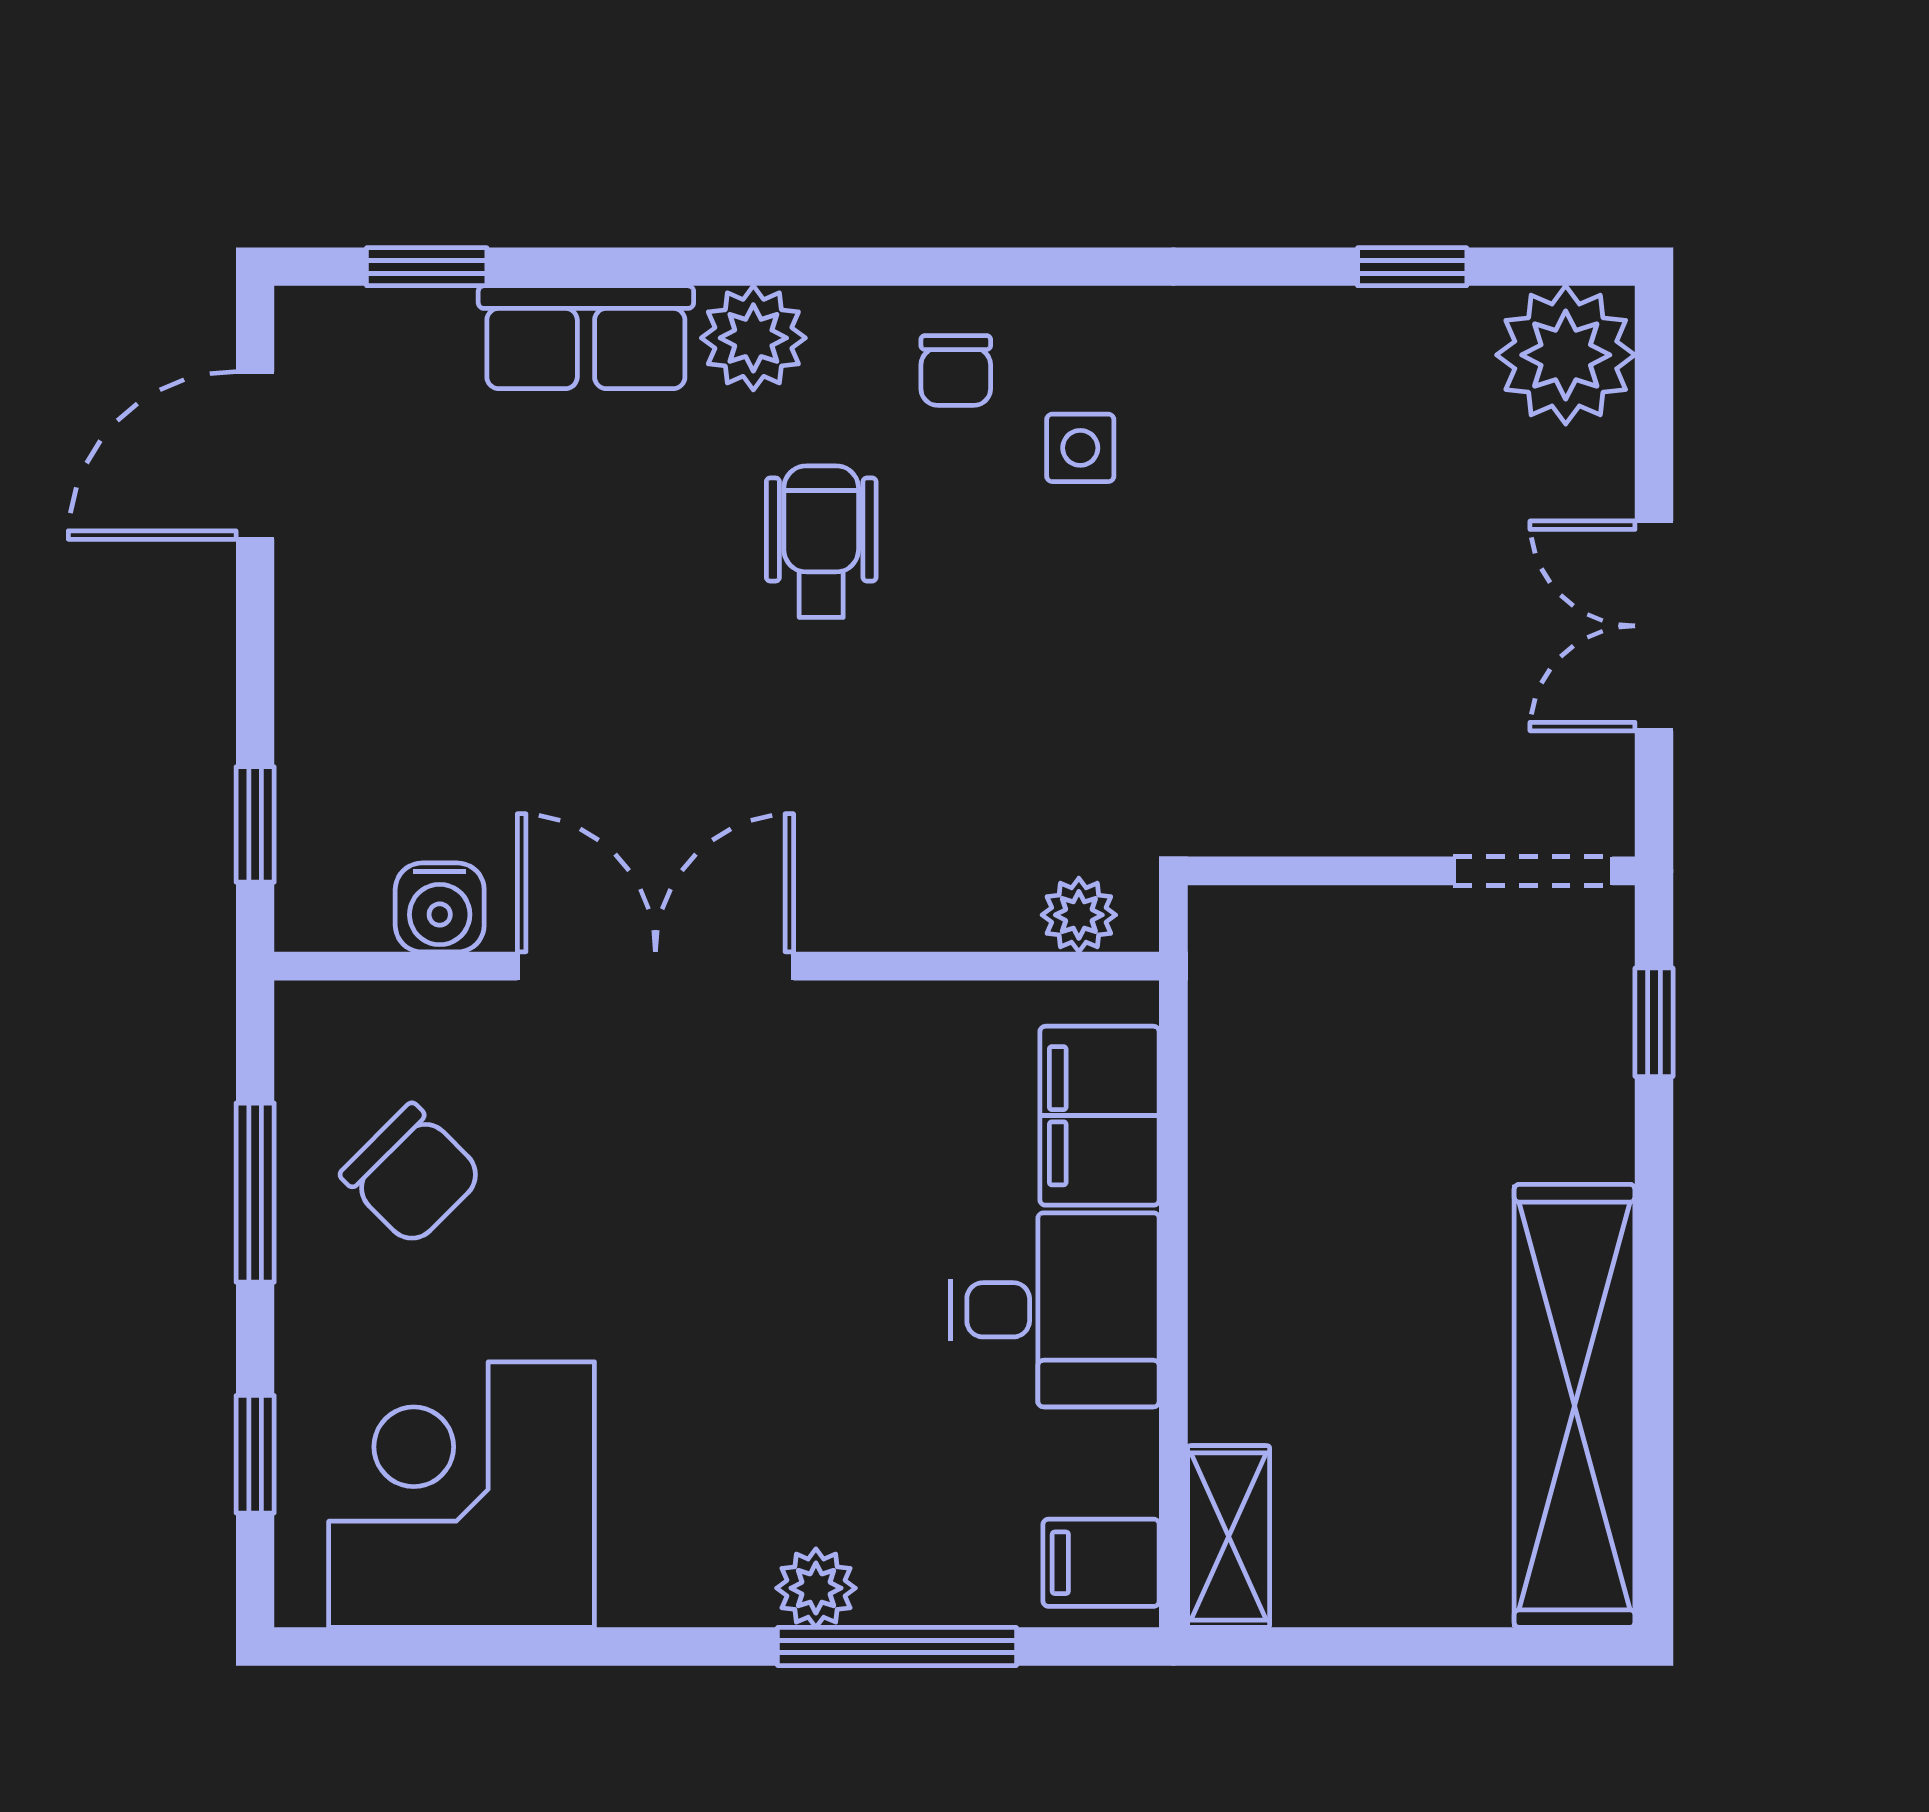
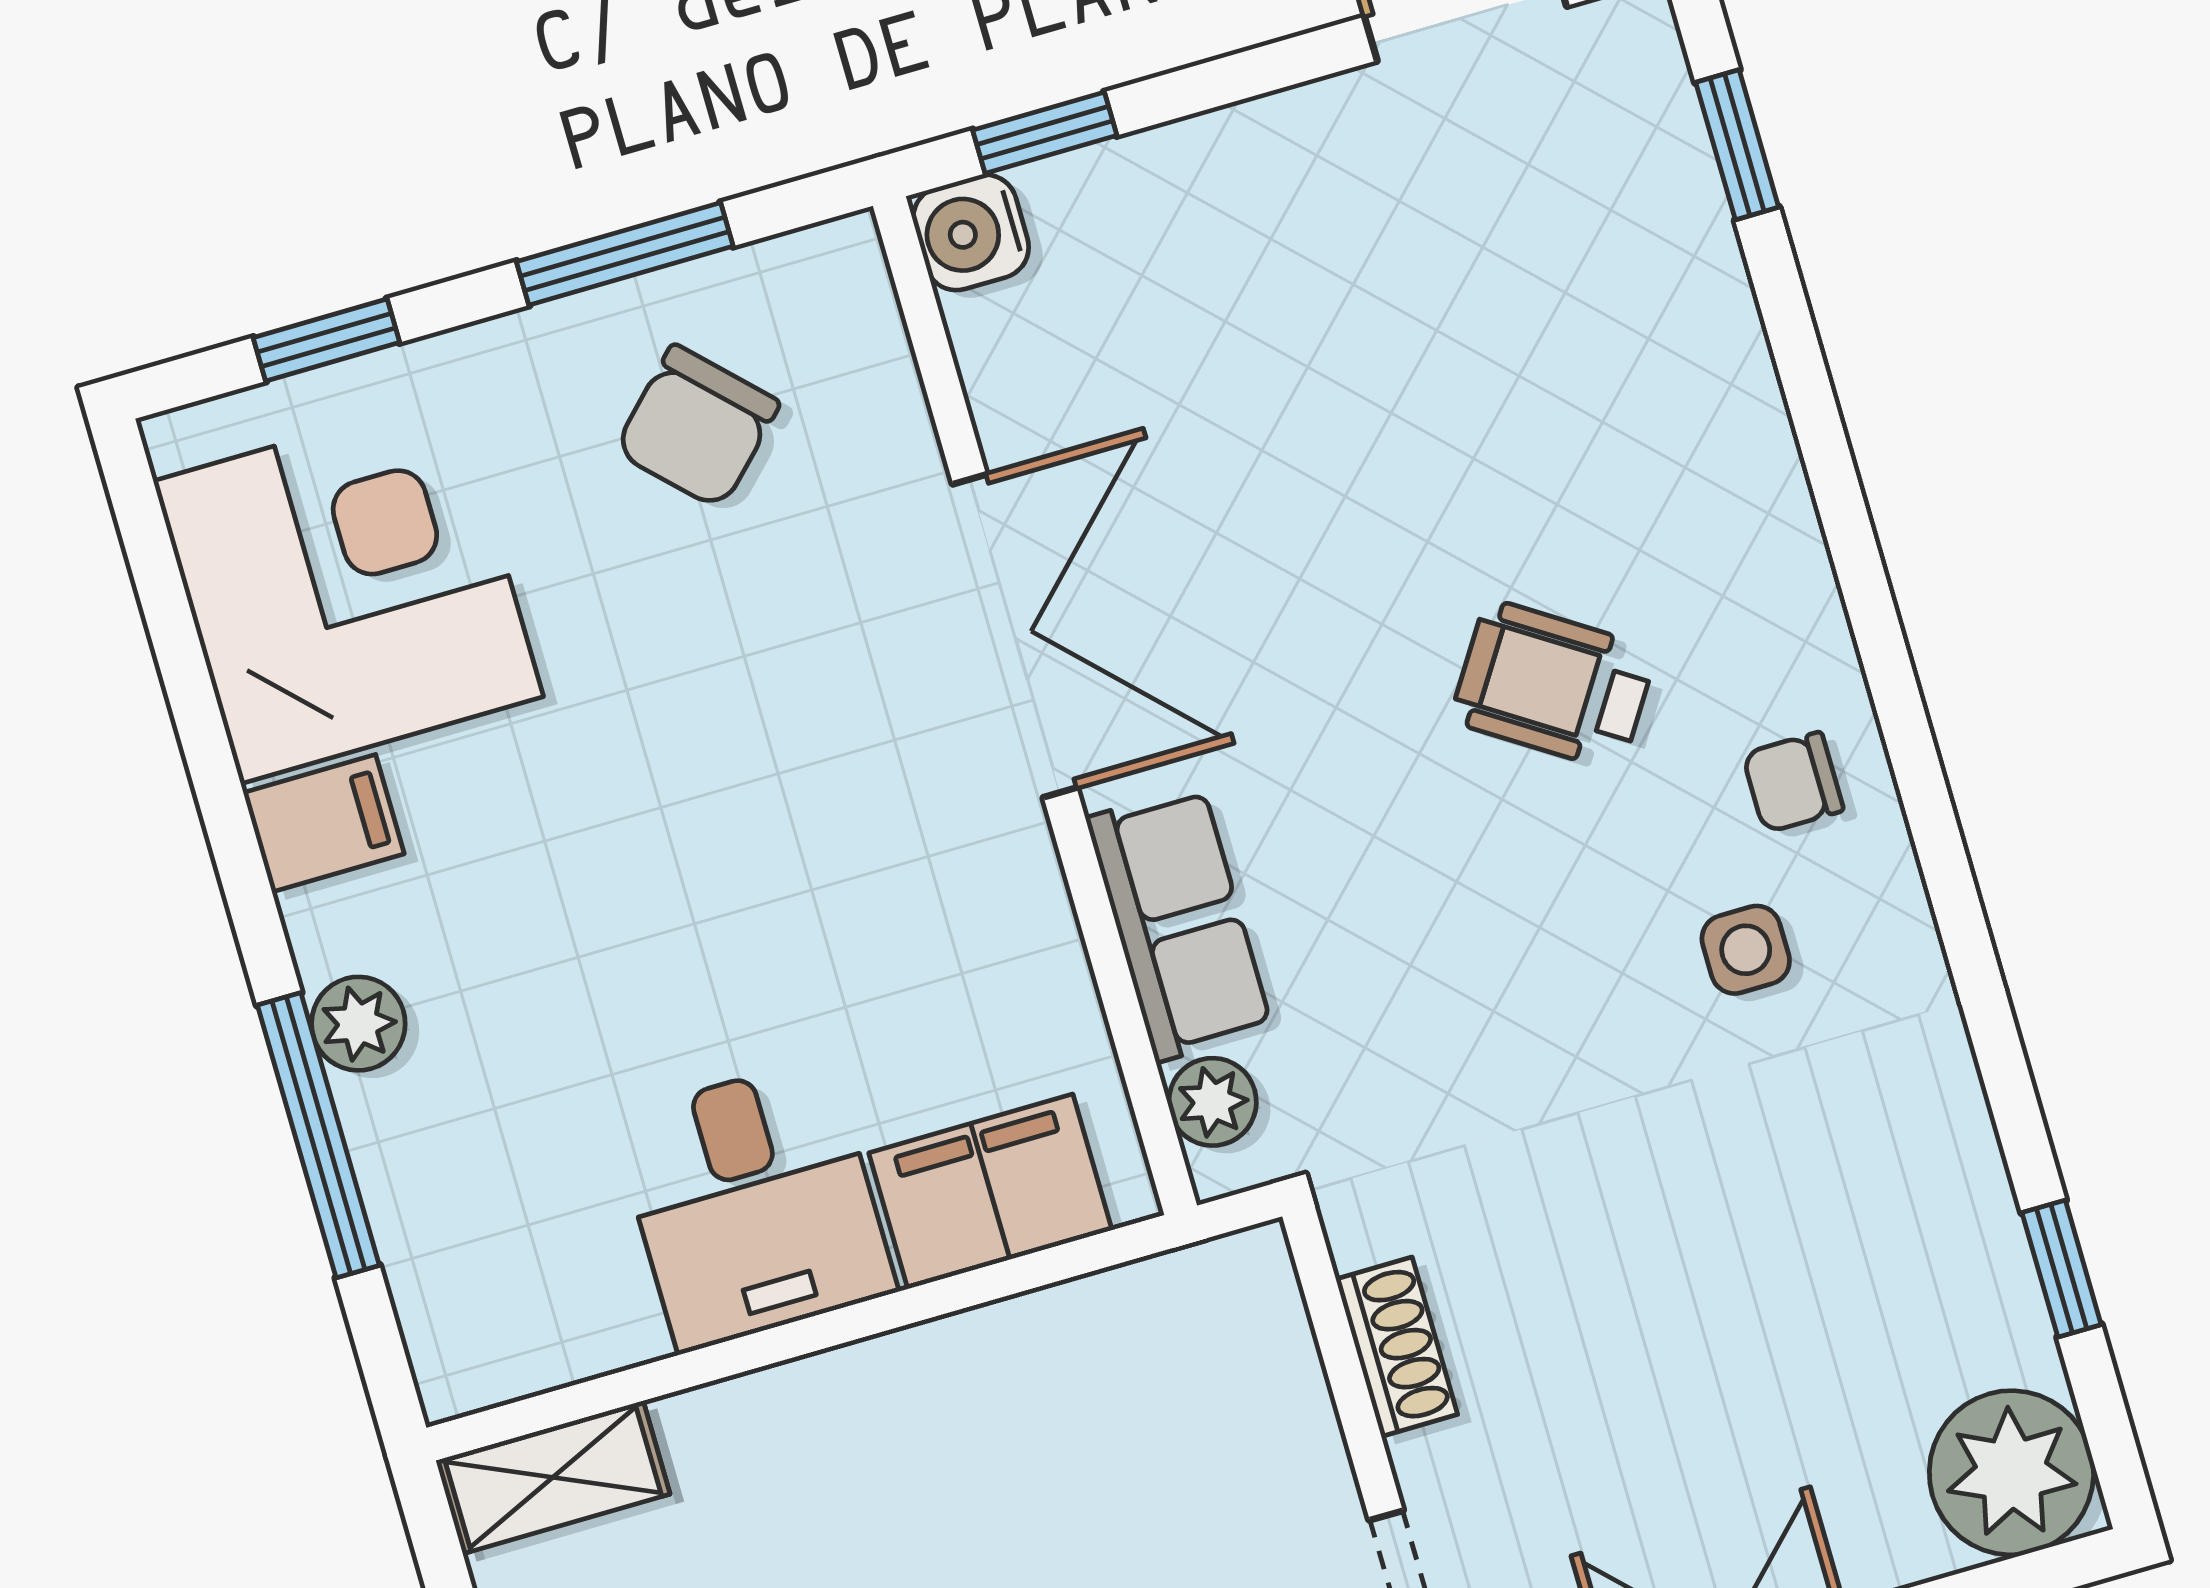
row of seats: (586, 337) -> (1179, 923), moved, turned 180
plant: (753, 338) -> (1764, 541), removed
wheelchair: (821, 542) -> (1553, 685), turned -147
shoe rack: (1320, 823) -> (1397, 1347), added
water cooler: (440, 907) -> (971, 232), moved
filing cabinet: (1101, 1563) -> (324, 823), moved, turned 90

